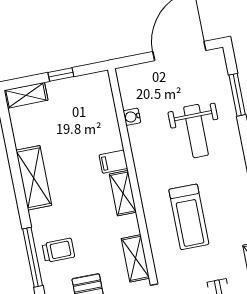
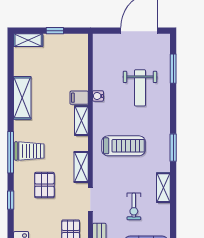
water cooler: (132, 117) -> (98, 96), moved
treadmill: (189, 217) -> (123, 146), turned -90
trolley: (58, 250) -> (29, 151), width x1.36, depth x1.39

